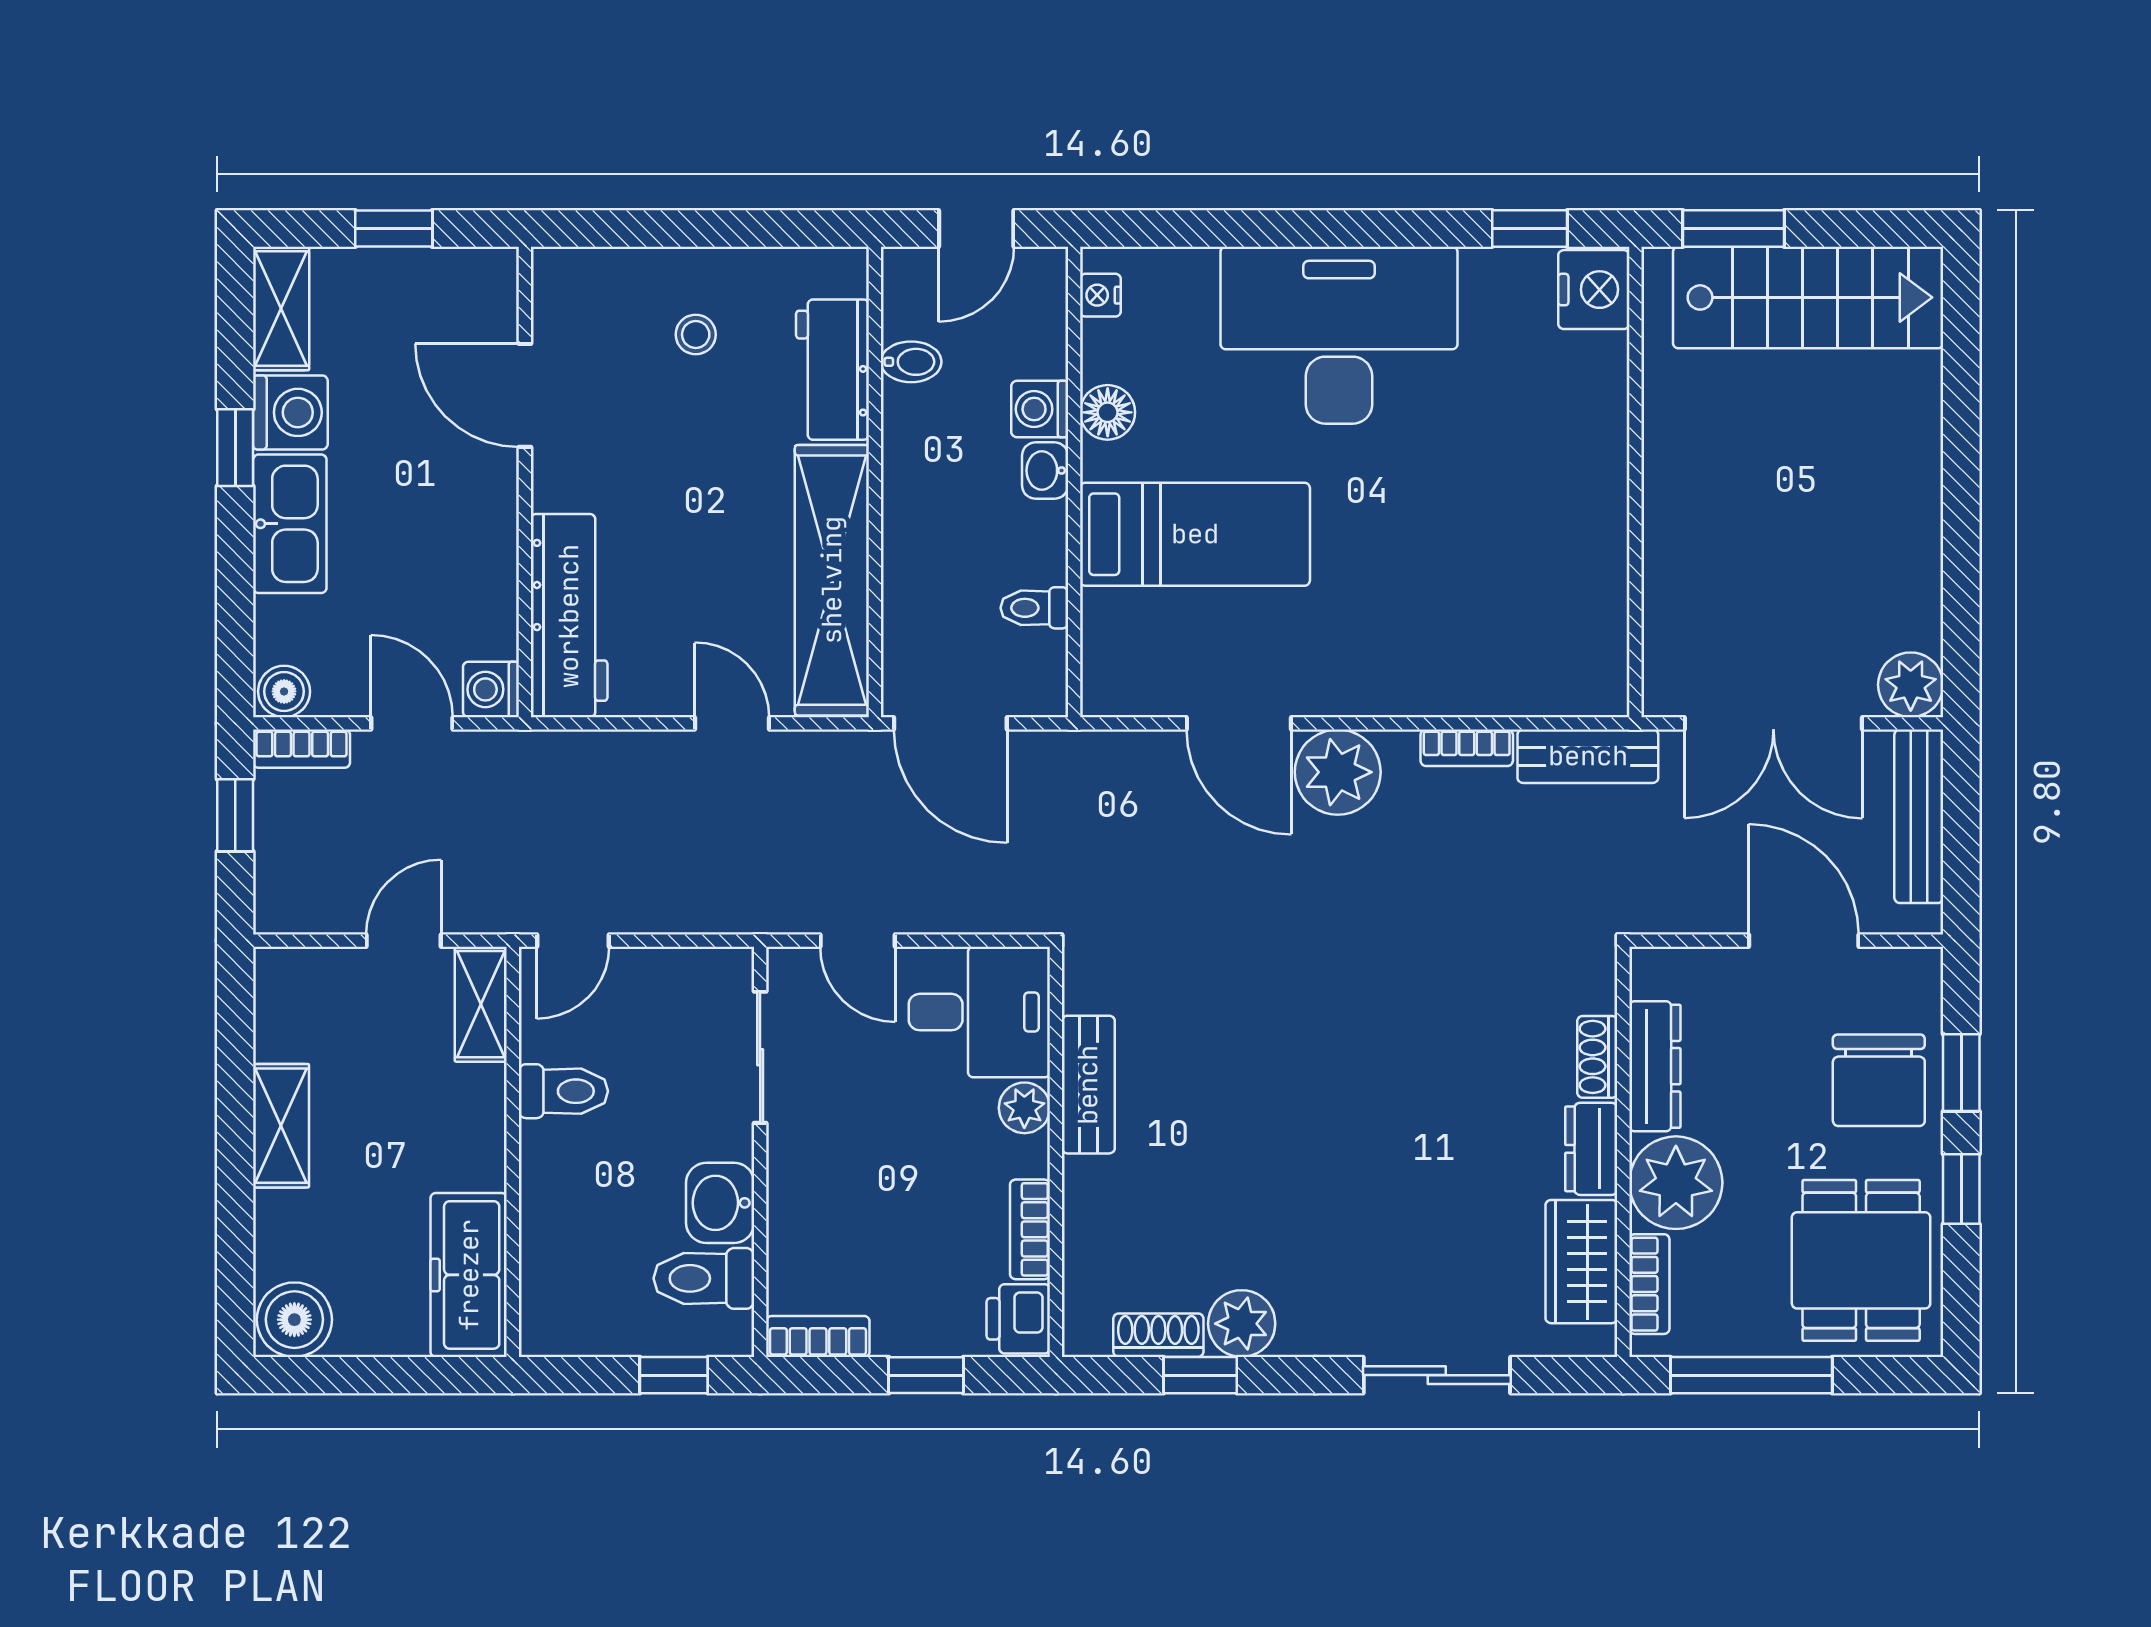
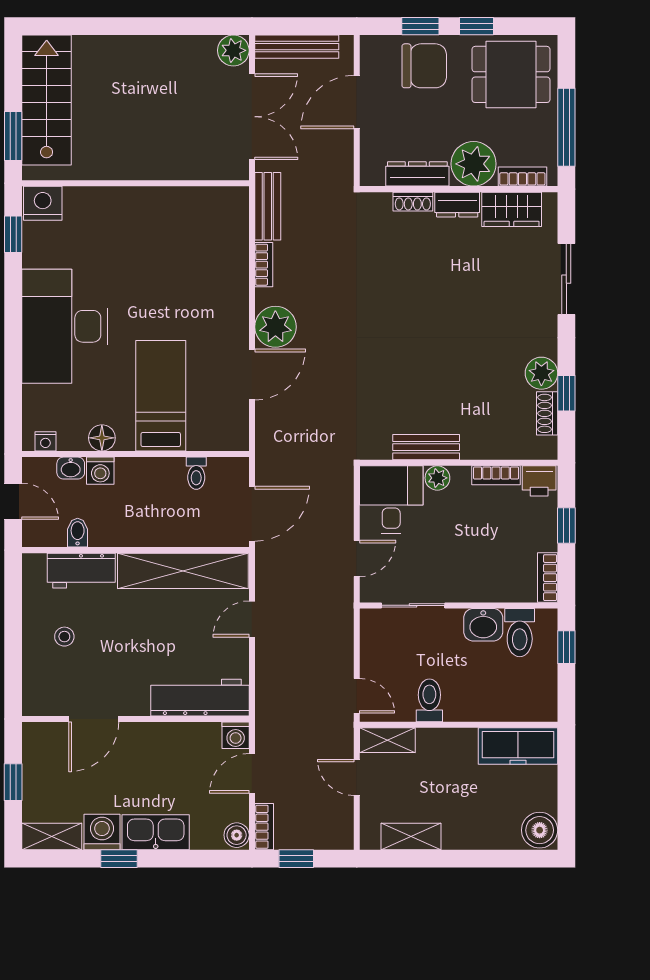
washbasin: (1045, 471) -> (71, 468), moved
shelving: (281, 1126) -> (411, 837), moved

